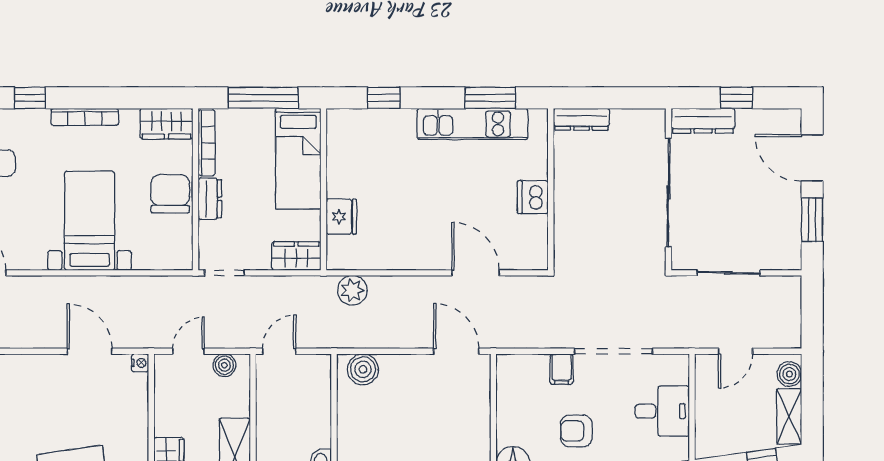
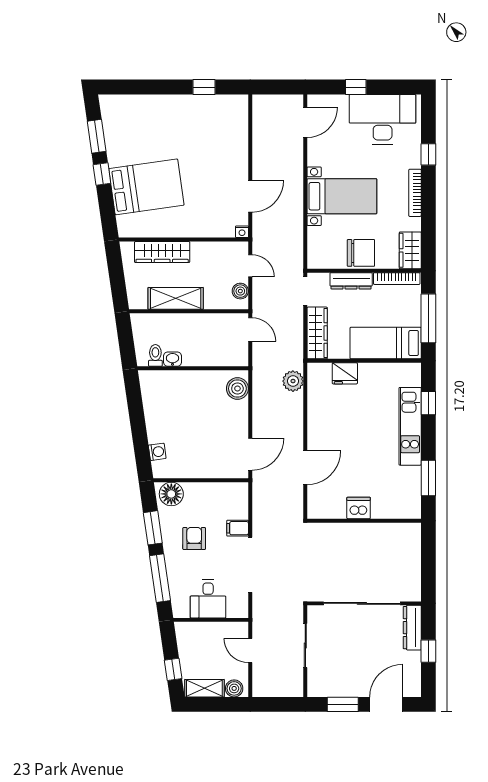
dresser: (581, 119) -> (413, 542), removed
kitchen unit: (472, 124) -> (410, 426), moved
dresser: (210, 199) -> (351, 281), width x1.44
wardrobe: (296, 256) -> (317, 333), width x1.50

